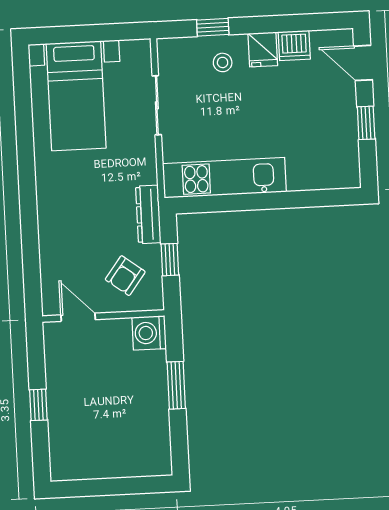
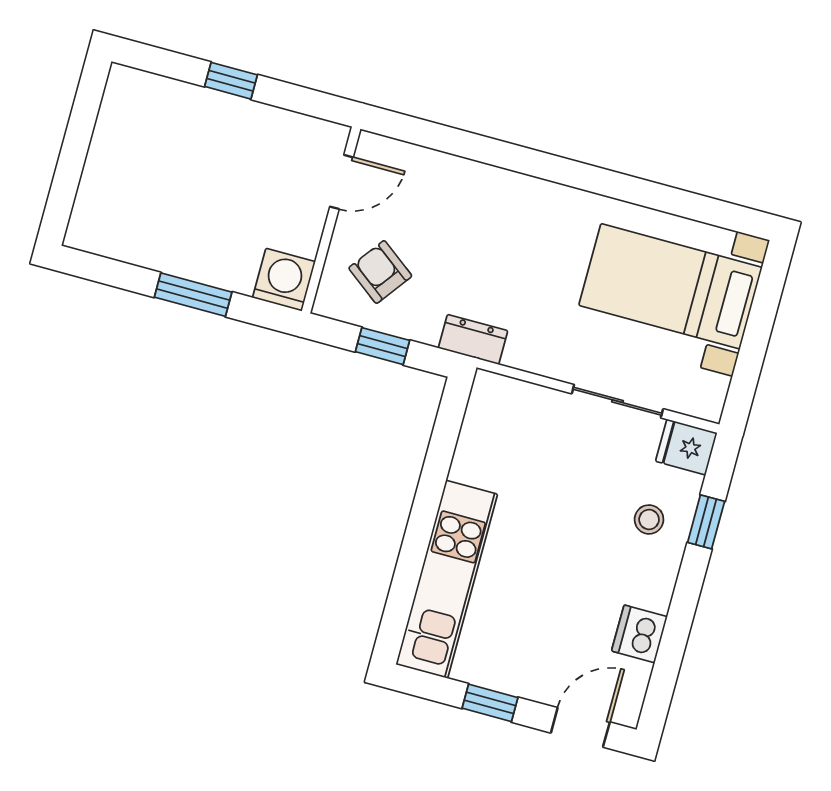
fridge: (263, 49) -> (686, 447), moved
kitchen unit: (224, 178) -> (447, 579), moved
dresser: (148, 214) -> (473, 339), width x0.70

